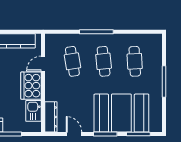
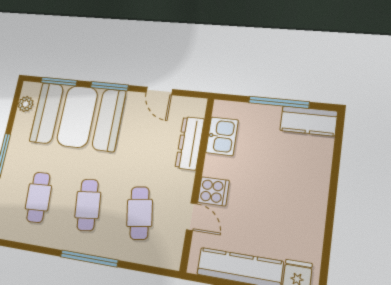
door: (43, 64) -> (192, 217), hinge flipped
cooker: (31, 86) -> (213, 191), width x0.53, depth x0.76
dresser: (51, 117) -> (190, 143), moved
plant: (157, 117) -> (26, 104), added

